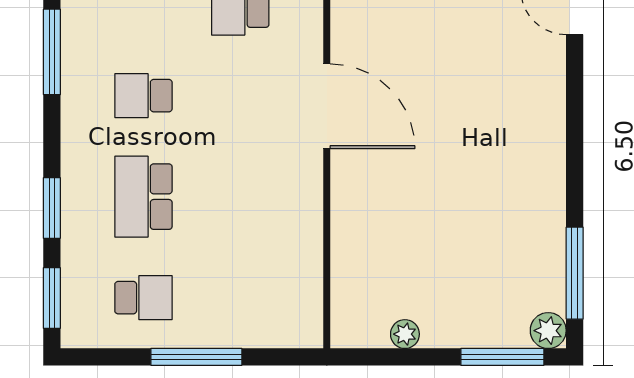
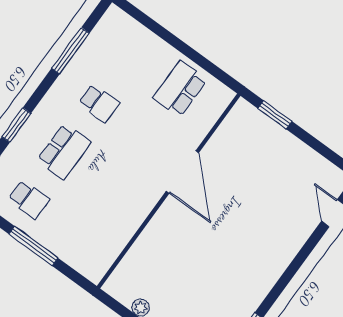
school desk: (143, 96) -> (99, 103), turned 180
school desk: (143, 197) -> (64, 151), turned 180

